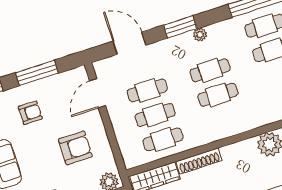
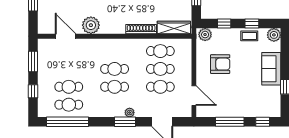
plant: (200, 35) -> (130, 113), moved
door: (98, 93) -> (194, 95), hinge flipped
armchair: (30, 113) -> (242, 97), removed
armchair: (75, 148) -> (220, 64), turned 180

